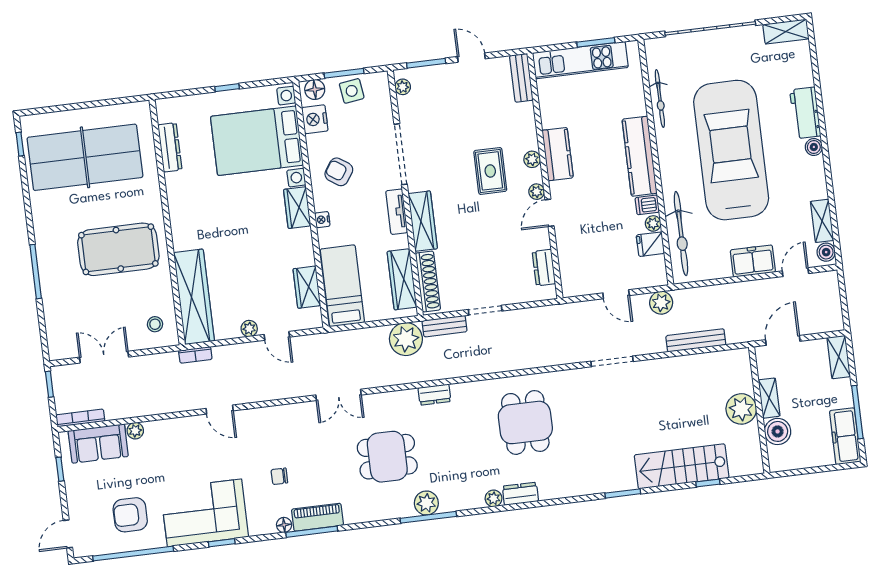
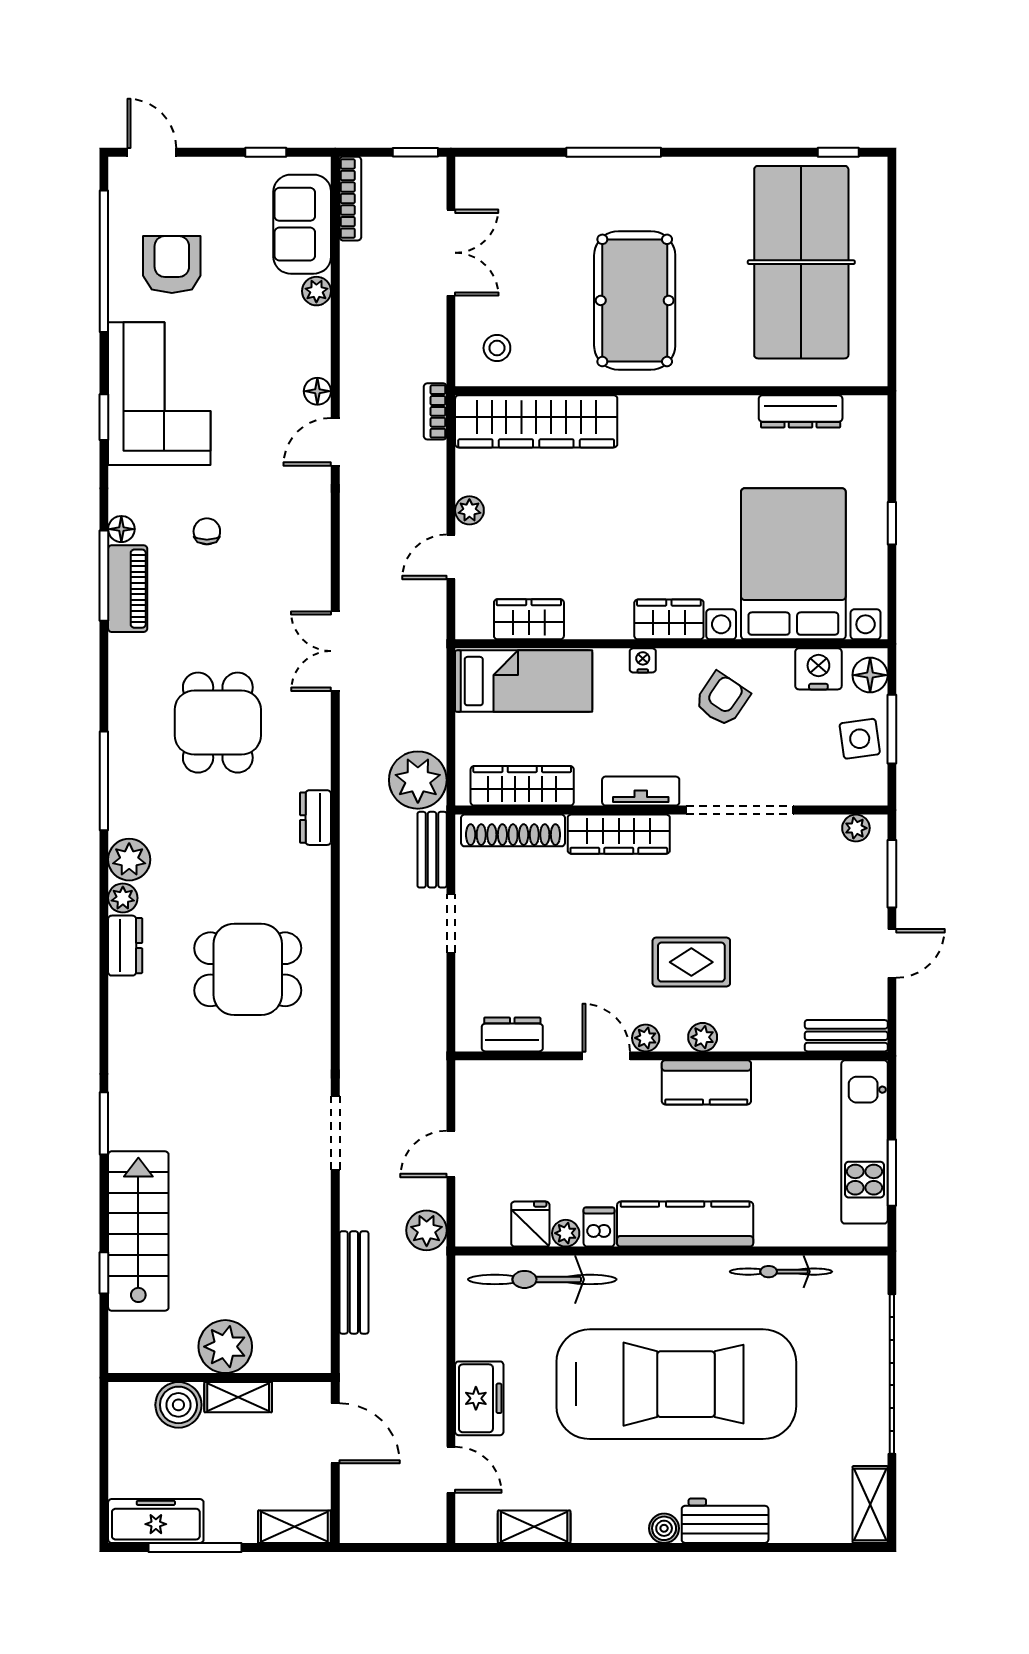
boiler: (826, 252) -> (479, 1527), removed
floor lamp: (192, 423) -> (317, 391), added
plant: (426, 503) -> (129, 860), moved

